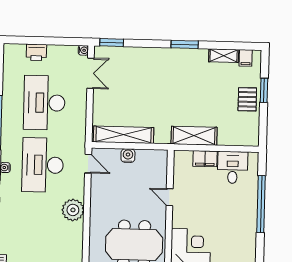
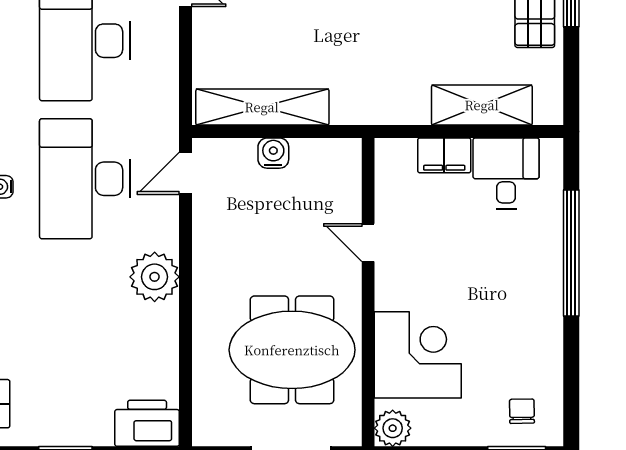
shelving: (194, 136) -> (482, 105), moved
door: (88, 164) -> (186, 173), swing flipped

